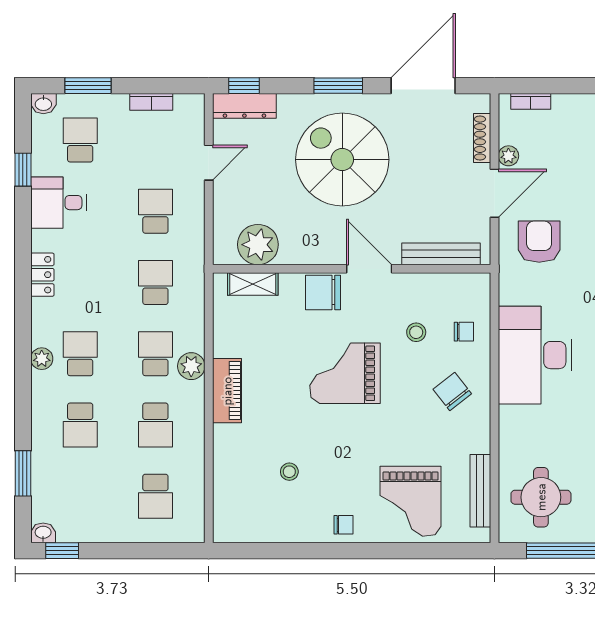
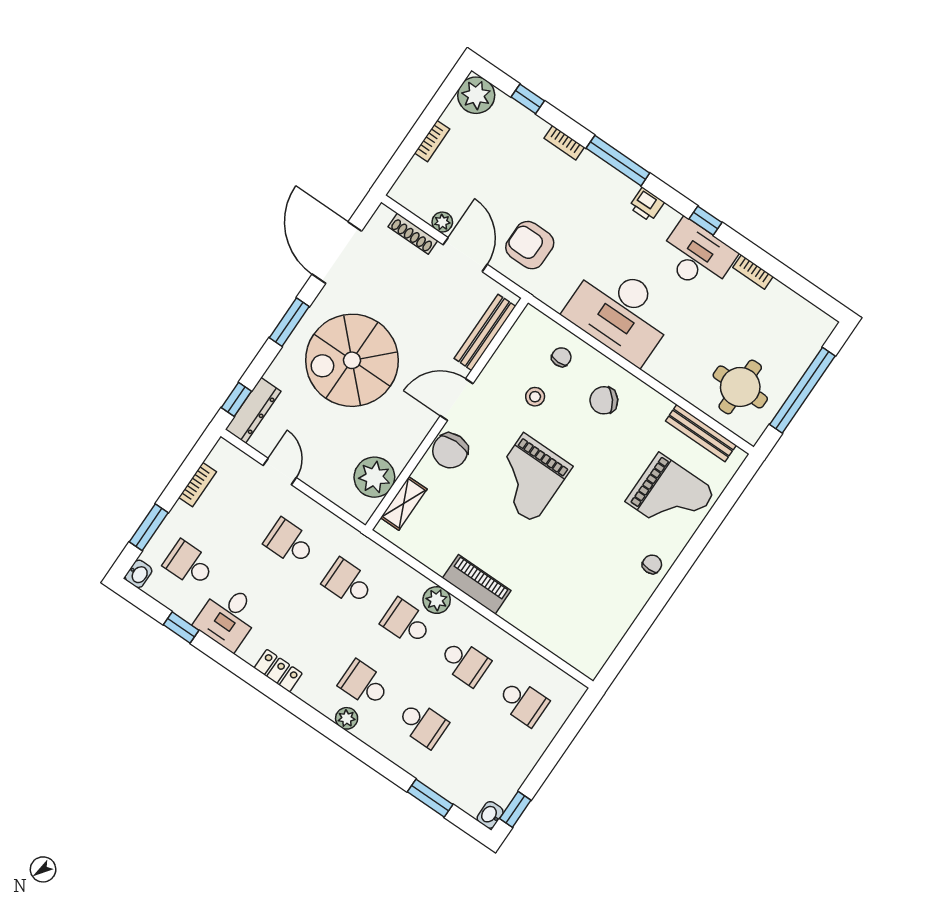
bookcase: (531, 101) -> (432, 141), moved
stool: (289, 472) -> (578, 579), removed

